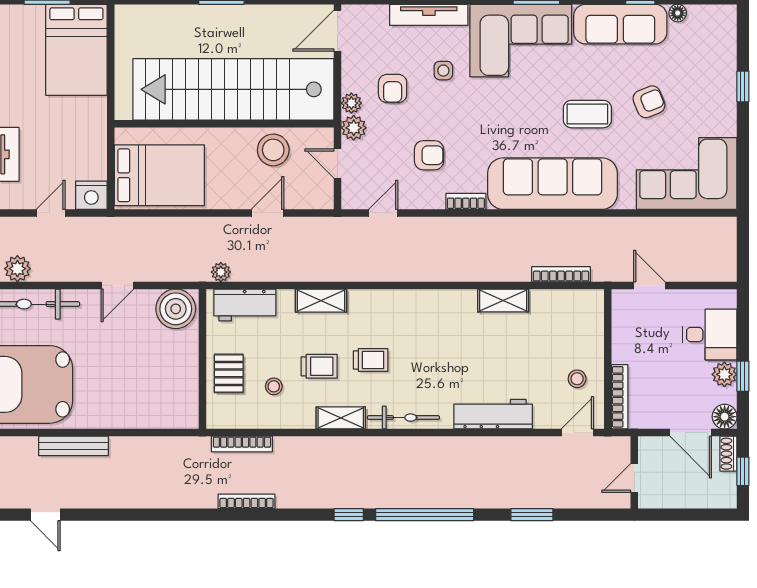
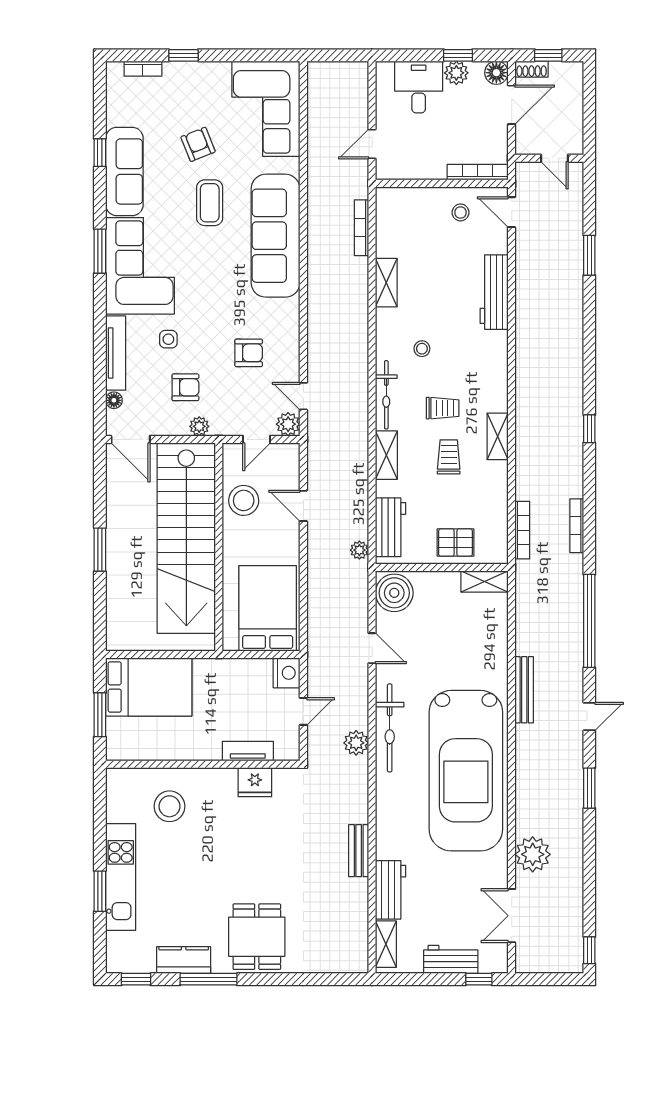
floor lamp: (678, 13) -> (114, 400), moved
plant: (354, 128) -> (288, 424), moved
armchair: (429, 155) -> (249, 353), turned 90
bookcase: (466, 201) -> (143, 69), moved, turned -90
door: (51, 213) -> (303, 711), swing flipped
trolley: (371, 360) -> (443, 408), turned 90
stool: (274, 386) -> (422, 349), moved
shelving: (188, 404) -> (485, 582), added
bicycle: (403, 418) -> (386, 395), moved, turned 180
window: (425, 515) -> (589, 621), moved

